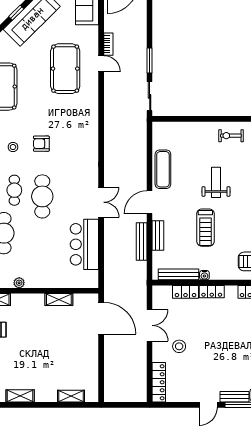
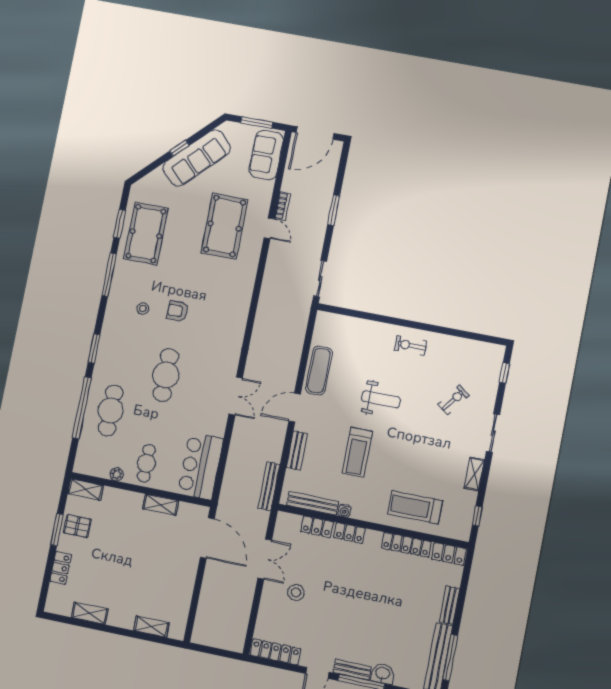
window: (150, 60) -> (334, 210), moved
weight bench: (216, 182) -> (381, 399), turned 90
cafe table: (14, 190) -> (146, 463), moved
bench: (142, 242) -> (269, 486), moved
bar counter: (84, 244) -> (201, 466), moved
locker: (159, 382) -> (275, 652), moved, turned -90

